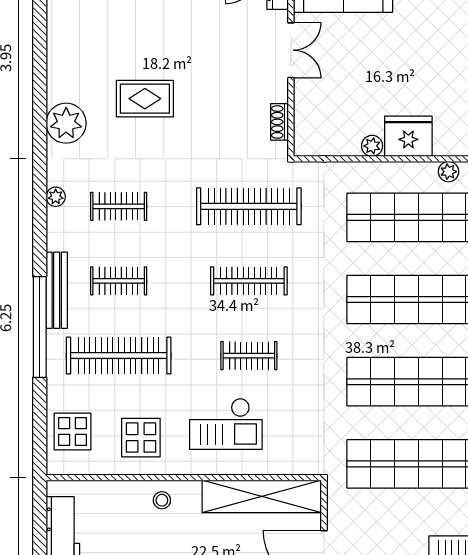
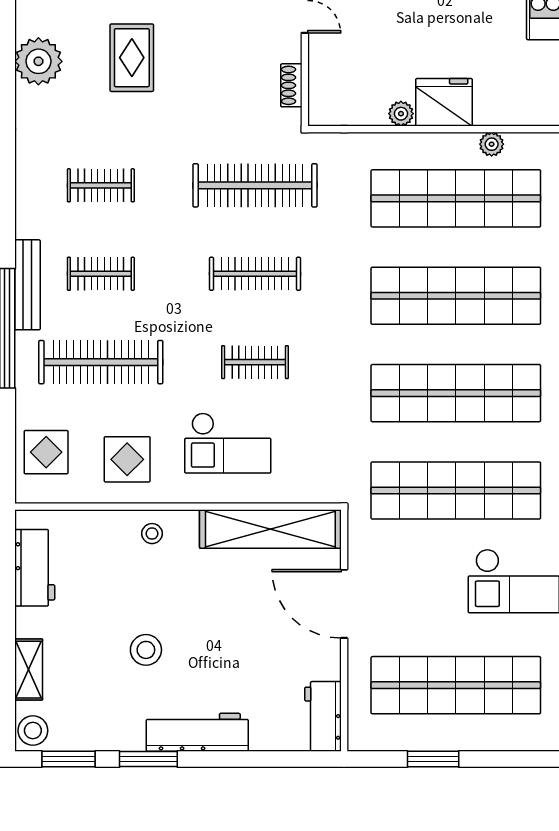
rug: (145, 99) -> (132, 58), turned 90
plant: (66, 123) -> (38, 61), moved
plant: (56, 197) -> (26, 174), removed

